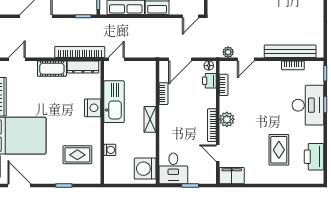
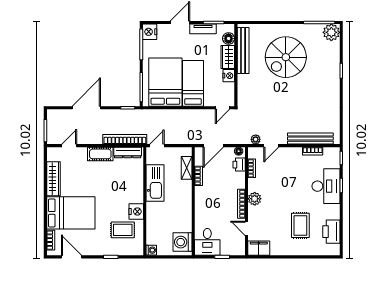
nightstand: (93, 108) -> (136, 212), moved
shelving: (150, 119) -> (187, 168), moved
washing machine: (110, 150) -> (151, 250), moved

